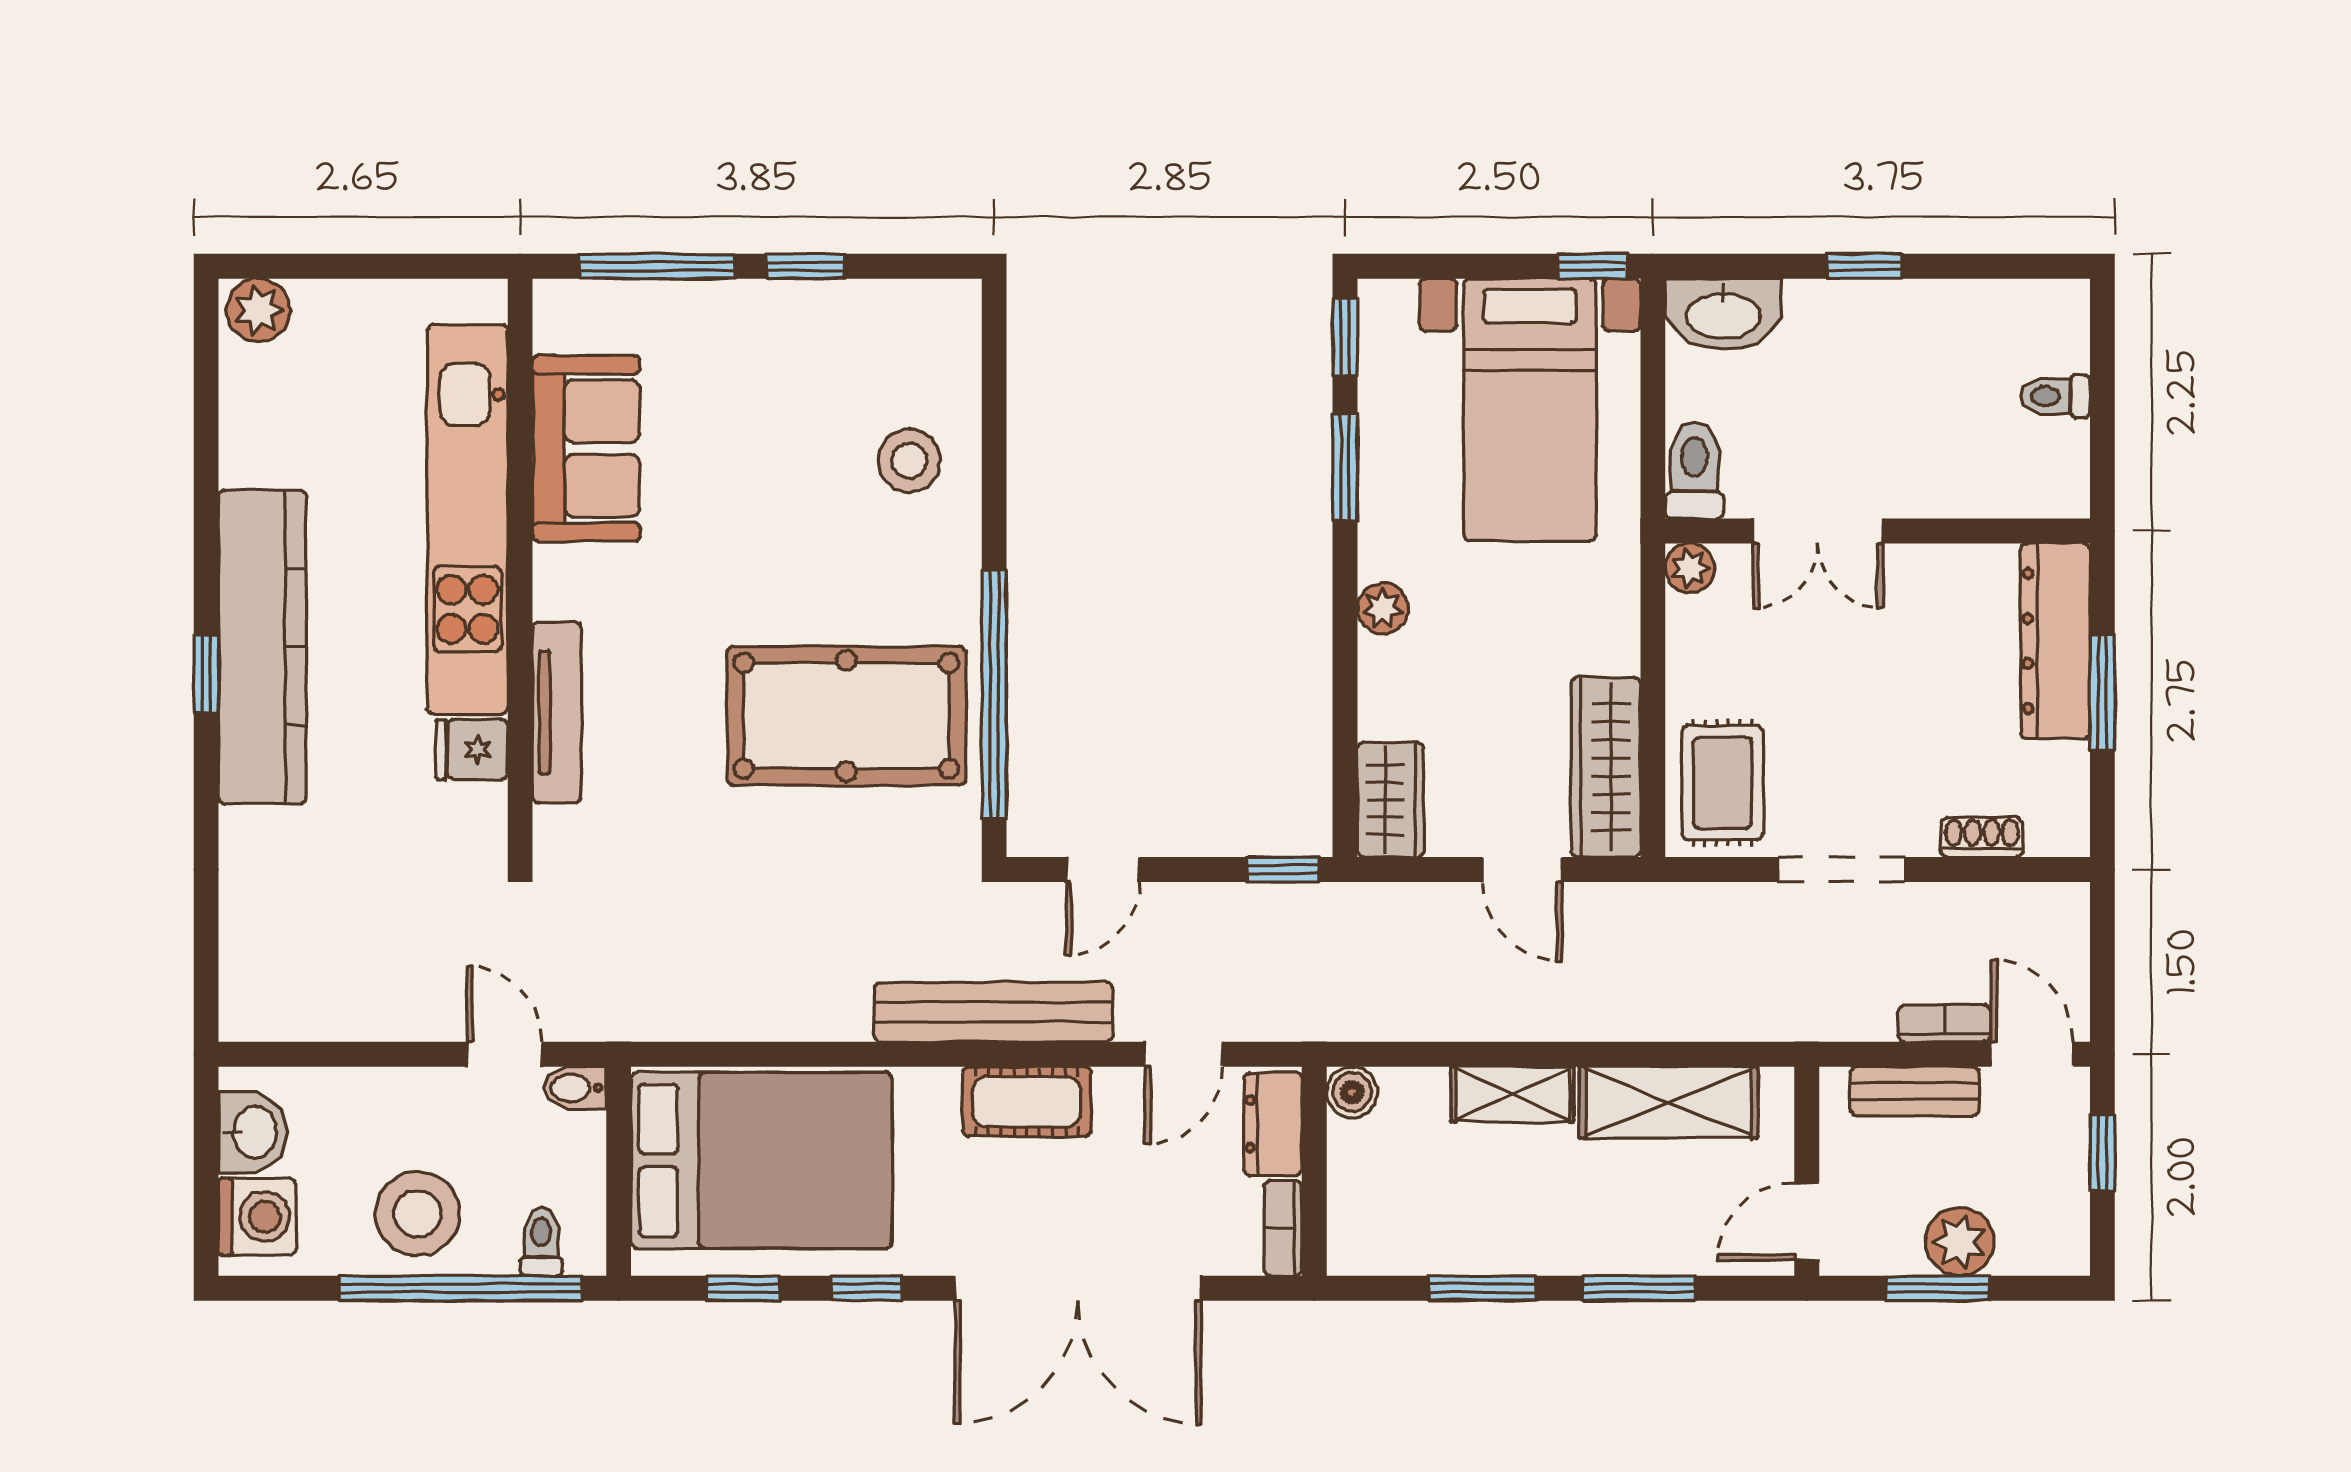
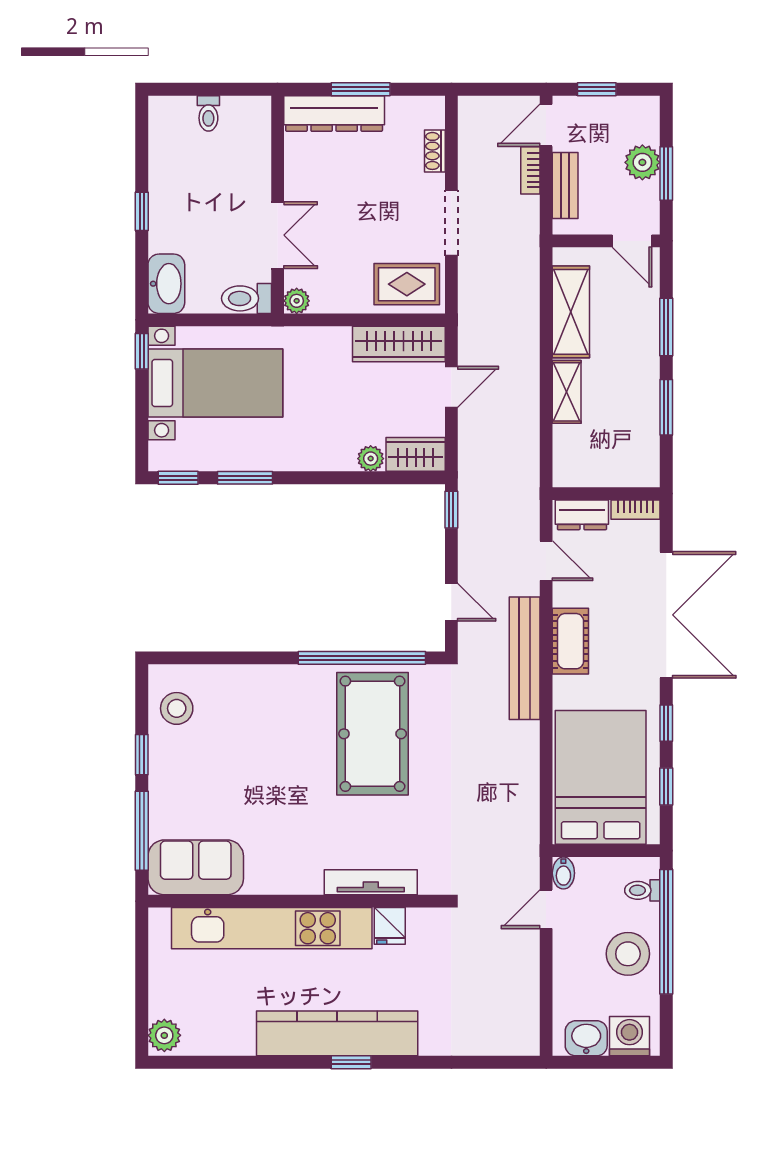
sofa: (586, 448) -> (196, 867), moved
stool: (909, 461) -> (177, 708), moved
plant: (1383, 608) -> (371, 459), moved
boiler: (1352, 1092) -> (566, 474), removed

